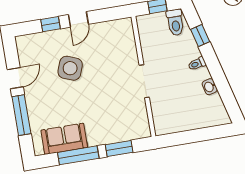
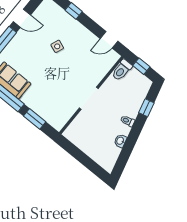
door: (78, 19) -> (109, 40), moved
toilet: (175, 22) -> (122, 70), moved
side table: (70, 68) -> (57, 46), width x0.54, depth x0.54

